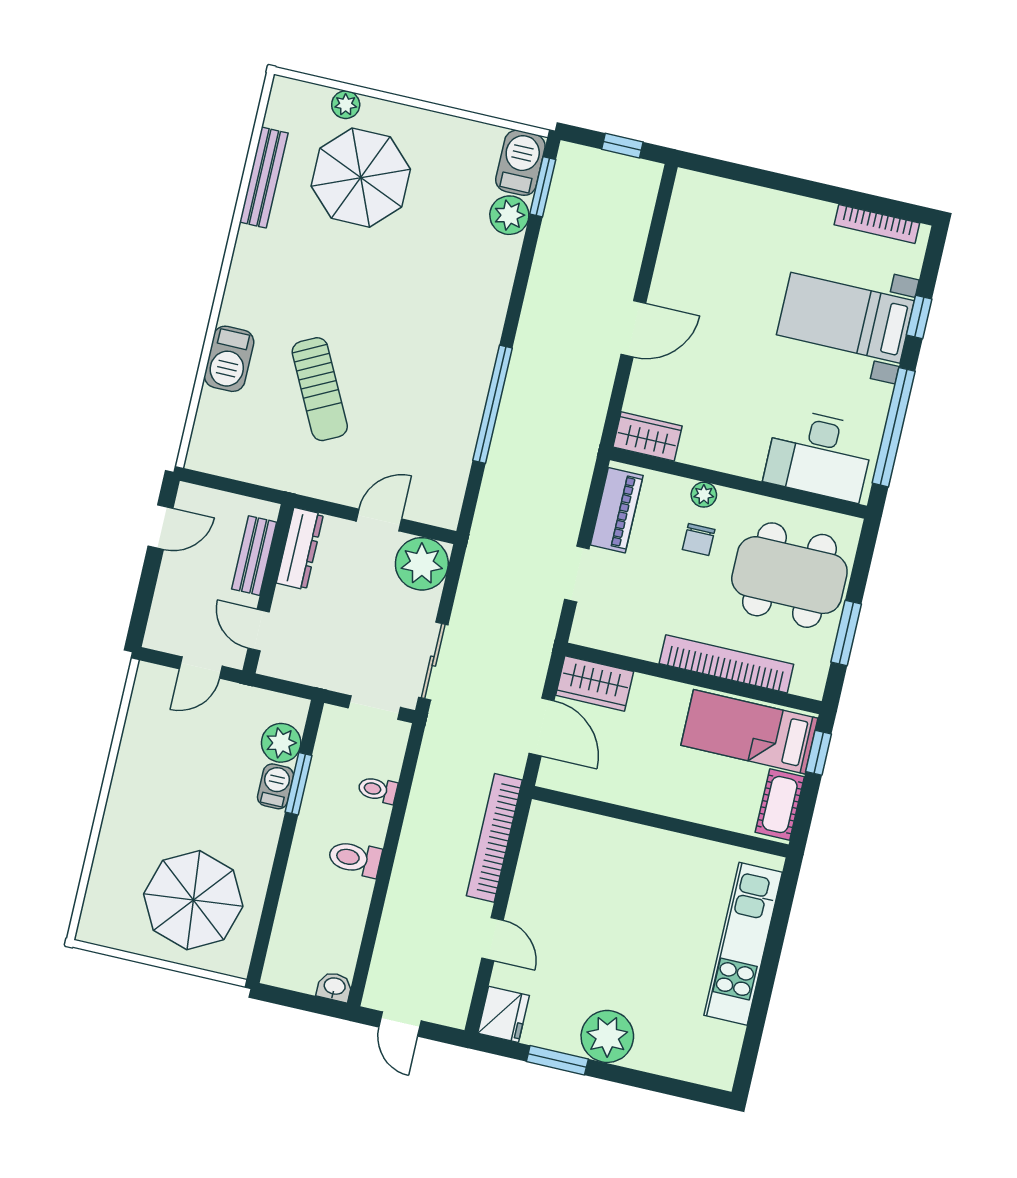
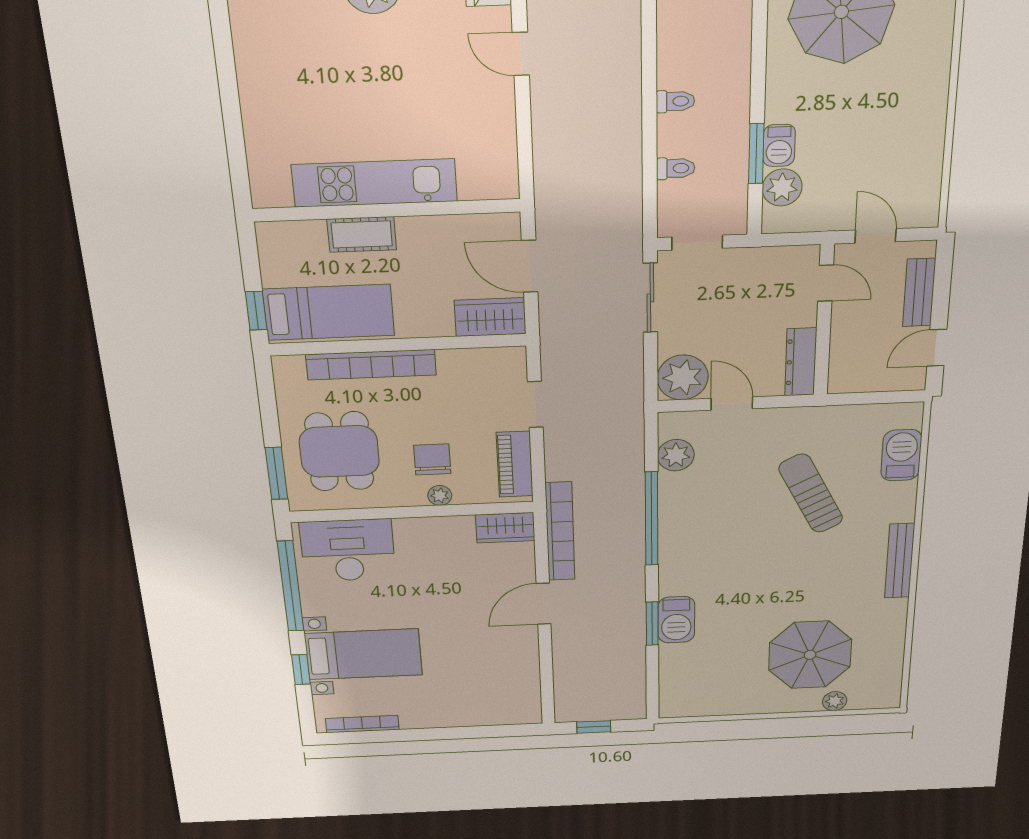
barbecue: (520, 163) -> (676, 620), moved
bench: (264, 178) -> (900, 561), moved
window: (543, 187) -> (652, 624), moved
plant: (509, 215) -> (676, 455), moved
barbecue: (229, 359) -> (901, 455), moved
door: (379, 520) -> (732, 403), swing flipped
chair: (699, 539) -> (432, 459), width x1.37, depth x1.37
bench: (254, 556) -> (919, 293), moved
dining table: (789, 575) -> (339, 451), width x0.73
window: (846, 633) -> (276, 473), moved
door: (201, 668) -> (876, 236), hinge flipped
cot: (780, 805) -> (362, 234), moved, turned 90
bookcase: (494, 838) -> (560, 532), moved
toilet: (355, 858) -> (675, 101), width x0.73, depth x0.72
kitchen unit: (743, 944) -> (375, 183), moved, turned -90

